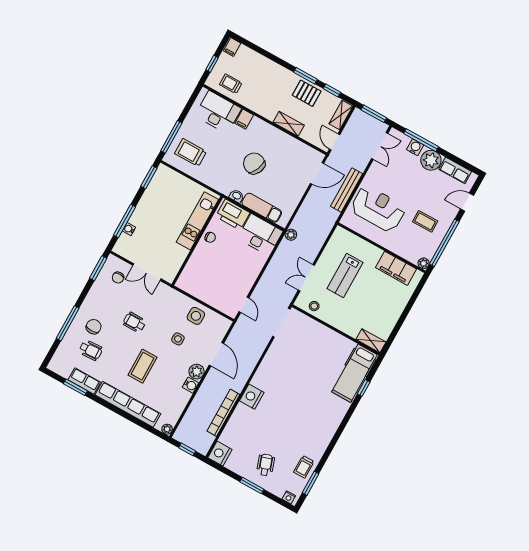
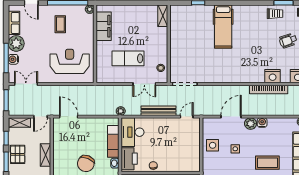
bench: (347, 190) -> (158, 111), moved
reception desk: (378, 209) -> (70, 61), turned 90
lab bench: (345, 275) -> (128, 58), turned 180
hospital bed: (354, 373) -> (223, 26), moved, turned 90
nightstand: (252, 397) -> (273, 76), moved

